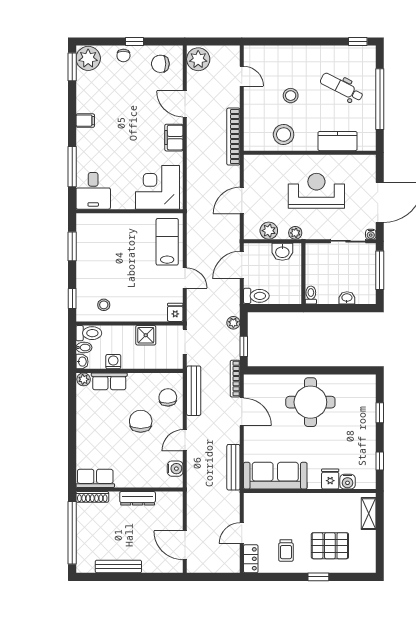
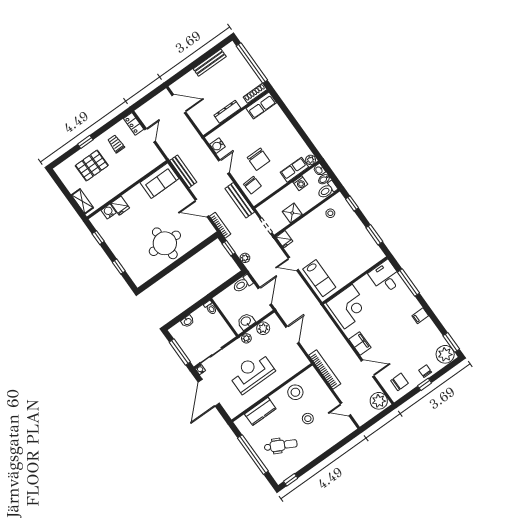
reception desk: (316, 191) -> (252, 373), turned 180
sofa: (275, 476) -> (159, 181), width x0.73

